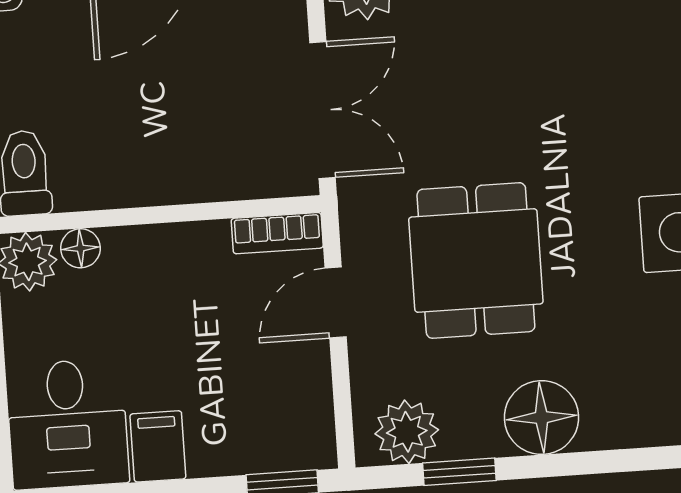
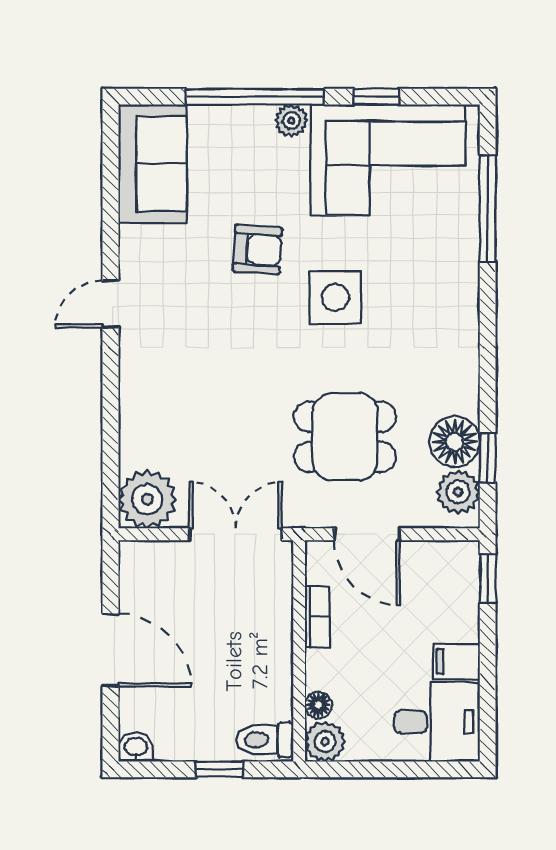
bookcase: (277, 233) -> (317, 617), moved
door: (336, 303) -> (367, 534), width x1.38
floor lamp: (542, 418) -> (455, 442), moved

